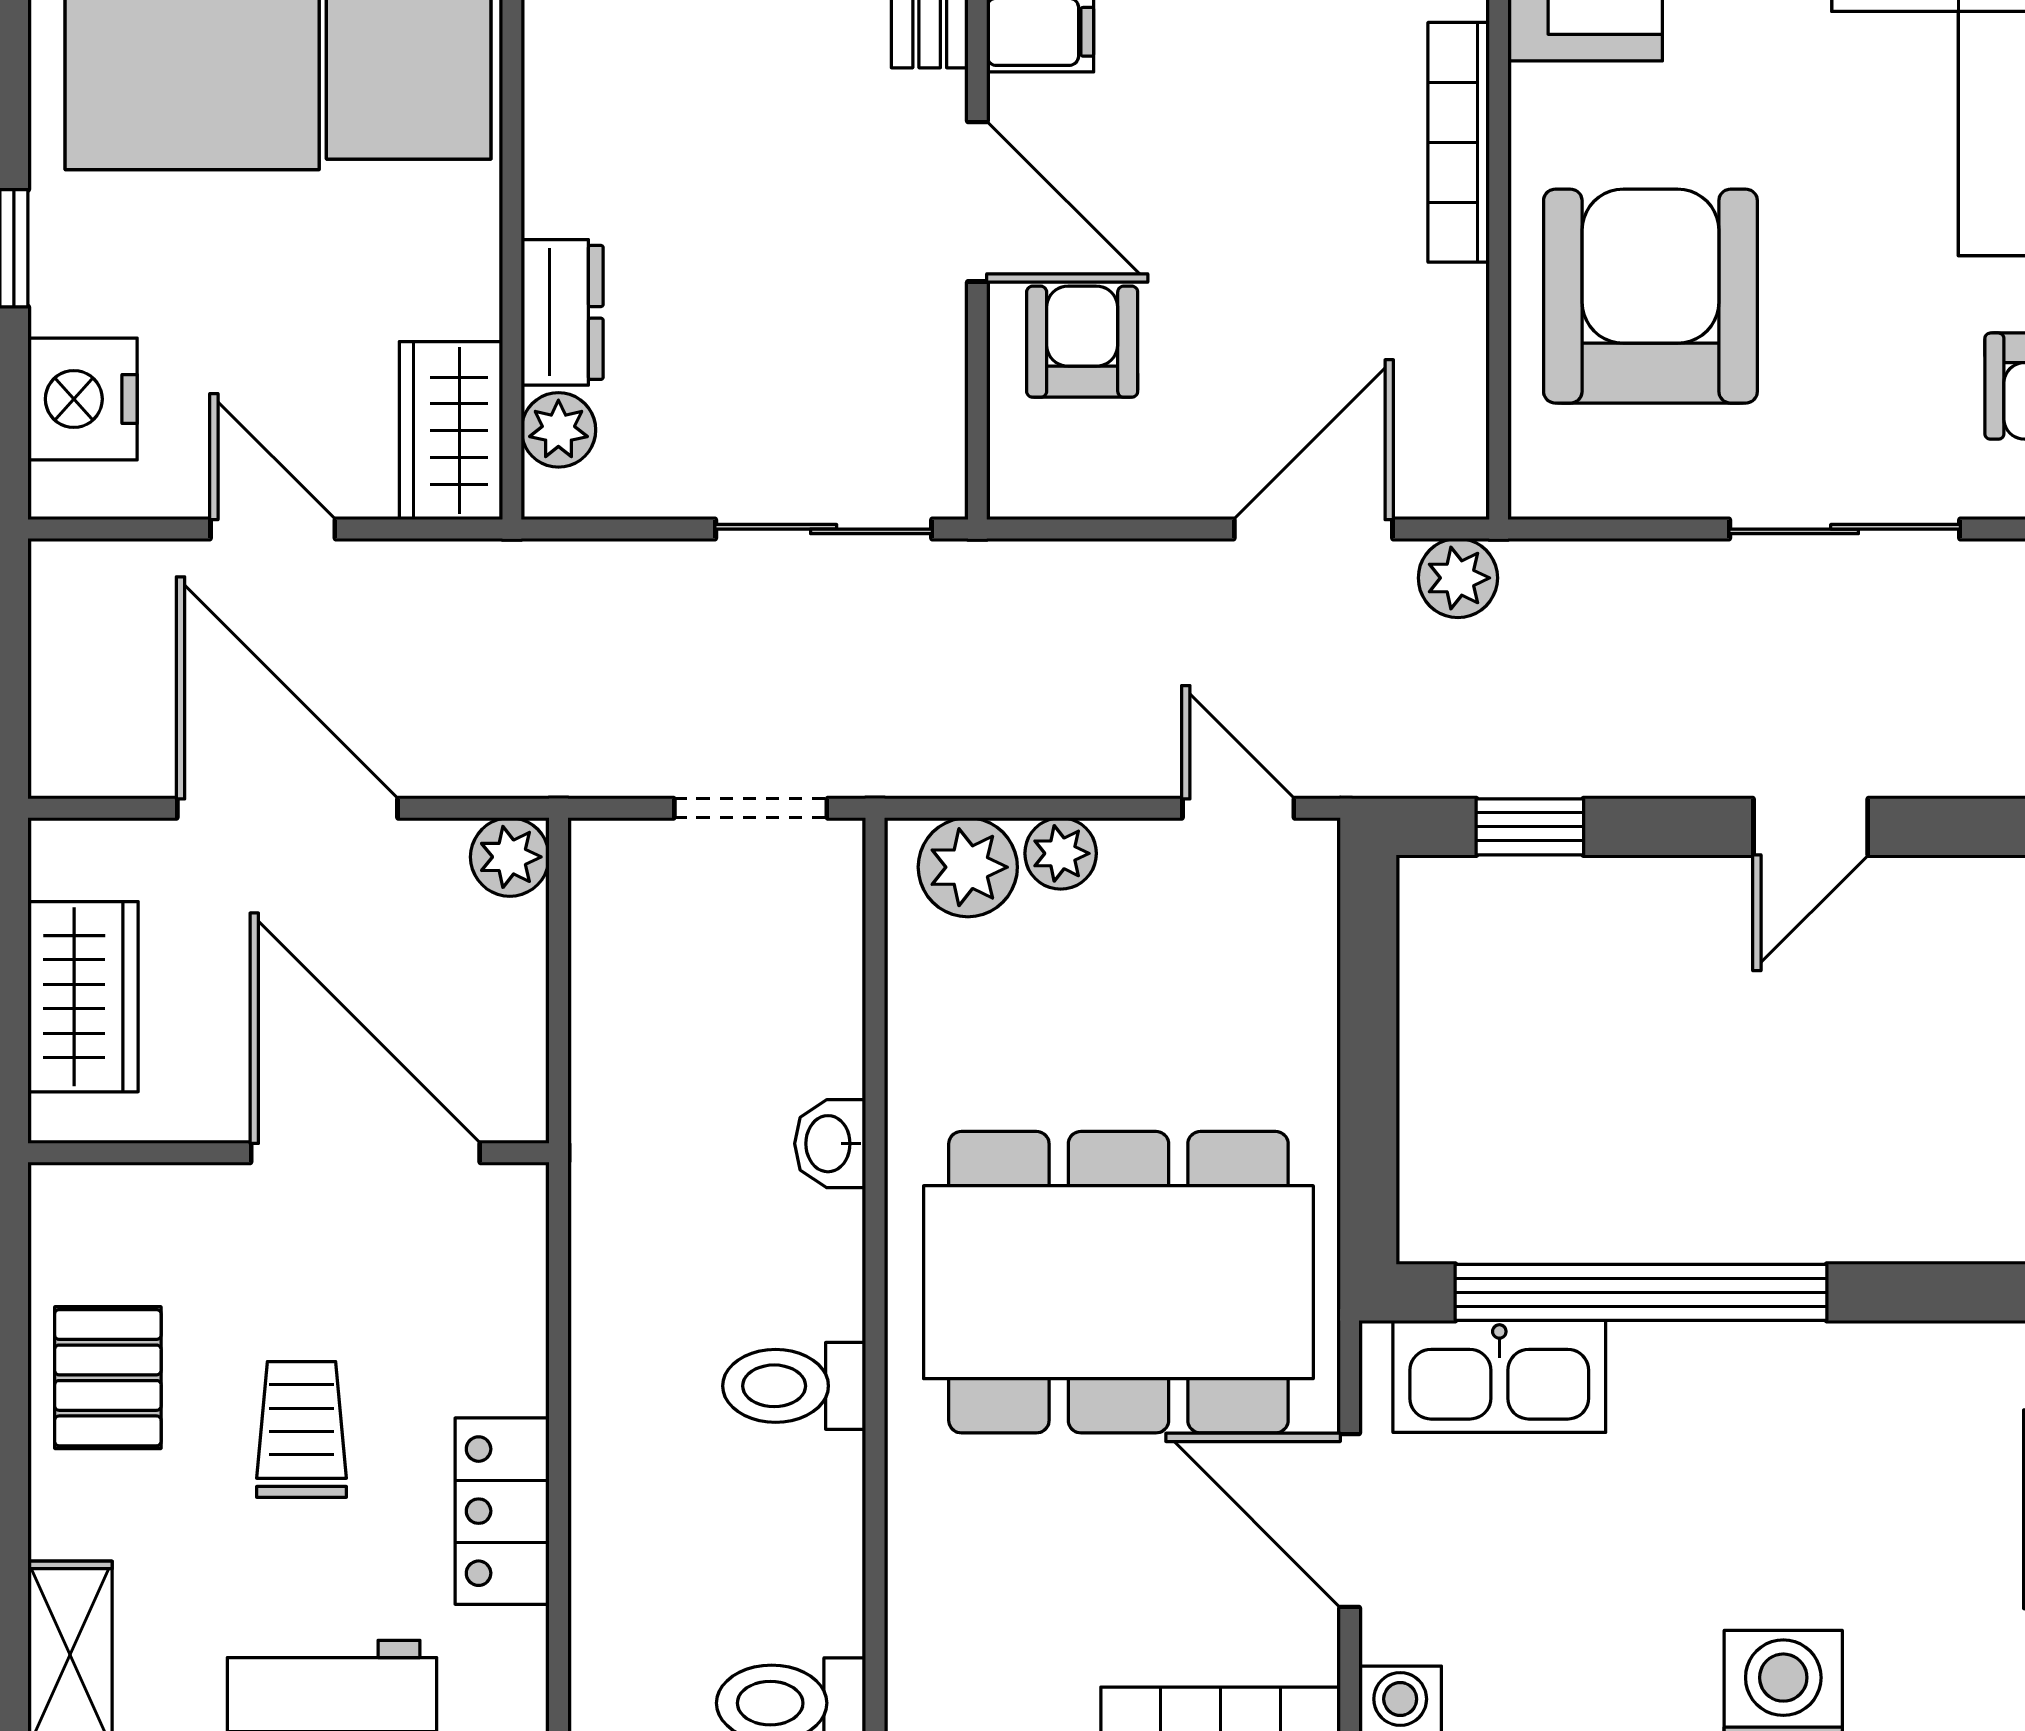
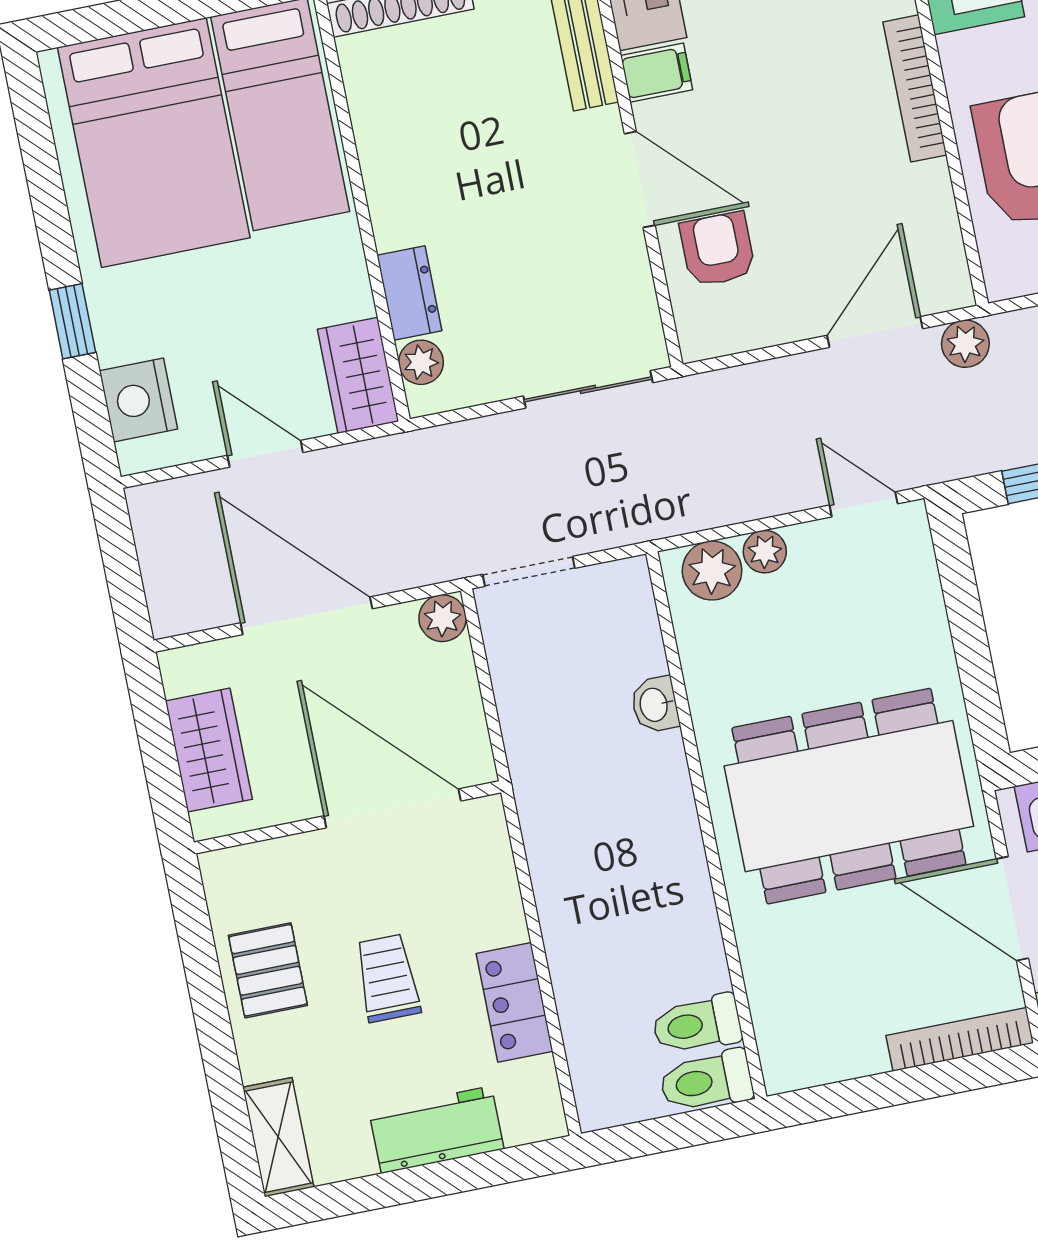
doorway: (751, 808) -> (529, 571), moved
washbasin: (830, 1144) -> (655, 705), moved
toilet: (794, 1386) -> (697, 1024), moved

